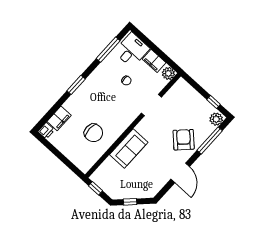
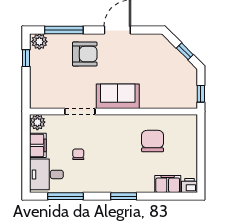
armchair: (184, 140) -> (85, 54), turned -135
sofa: (129, 148) -> (118, 96), moved

